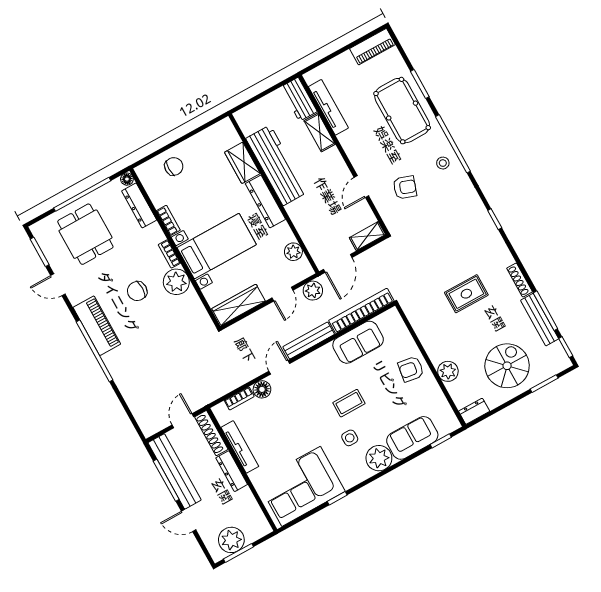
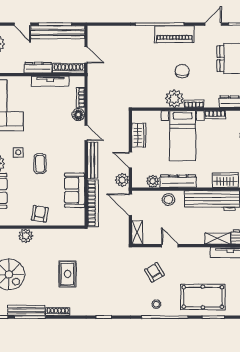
armchair: (405, 187) -> (154, 272), turned 130
dresser: (265, 201) -> (178, 181), moved
stool: (305, 220) -> (168, 200), added
wardrobe: (239, 305) -> (139, 135), width x0.67
door: (189, 521) -> (22, 24), swing flipped

